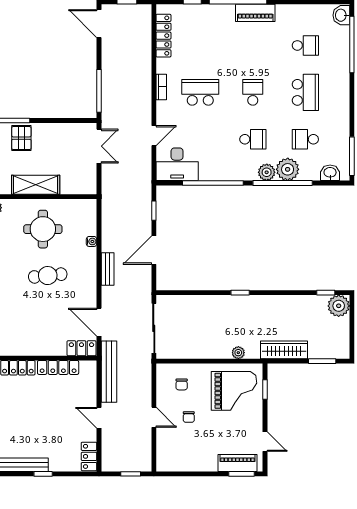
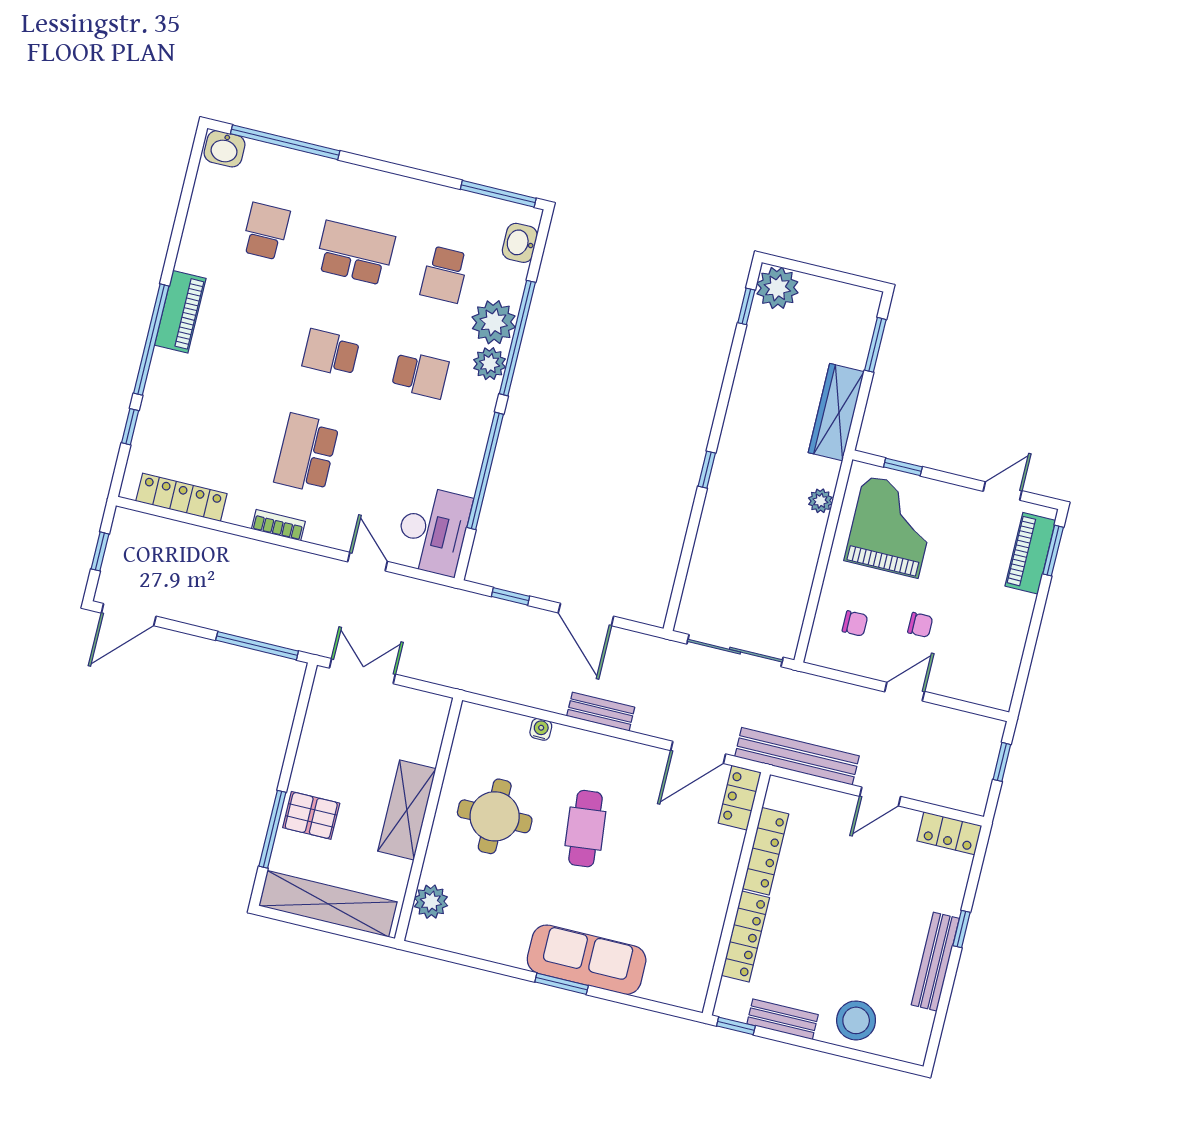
school desk: (253, 139) -> (420, 375), turned 90

